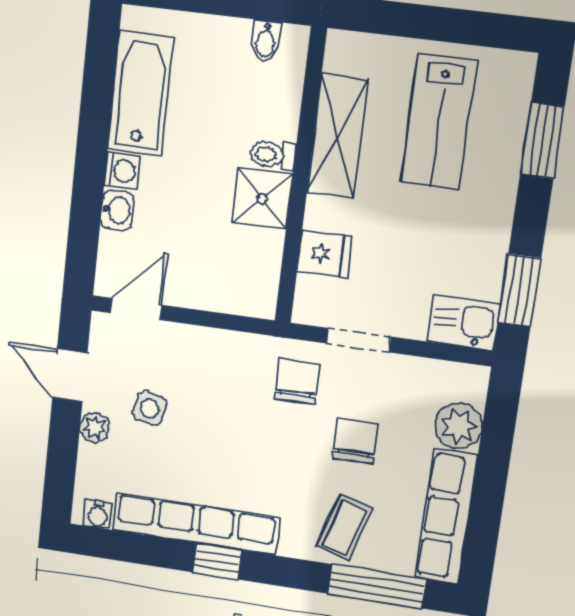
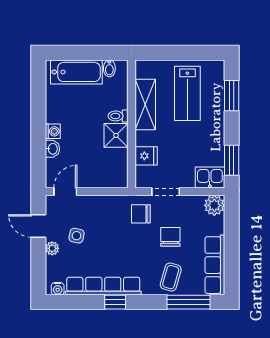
bathtub: (141, 93) -> (76, 72), moved, turned 90
chair: (297, 382) -> (141, 214), turned -90
plant: (459, 426) -> (214, 205), moved

